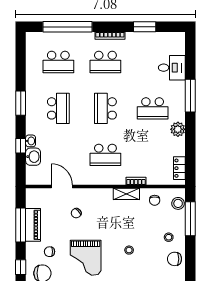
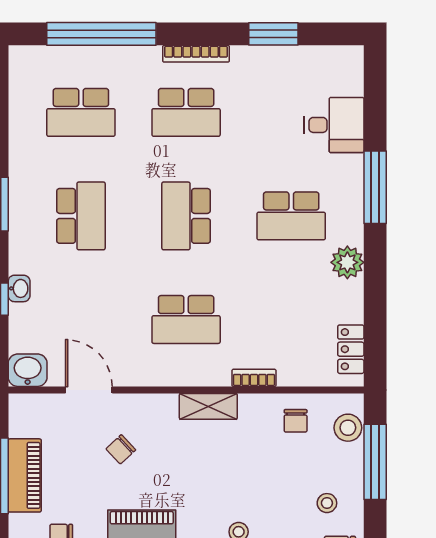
washbasin: (33, 157) -> (28, 370), moved, turned -90
shelving: (126, 194) -> (208, 406), moved

